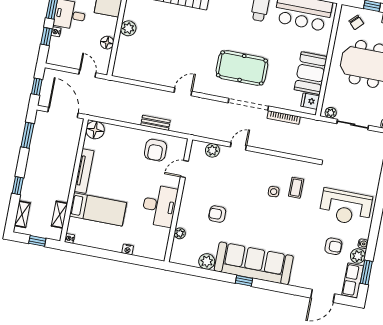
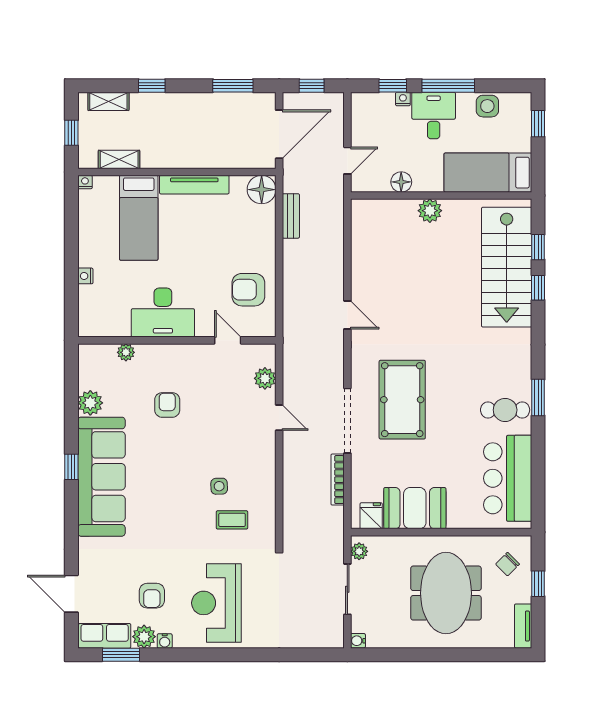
bench: (155, 123) -> (291, 216), moved

